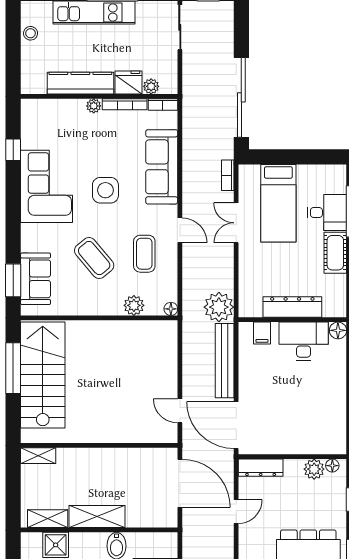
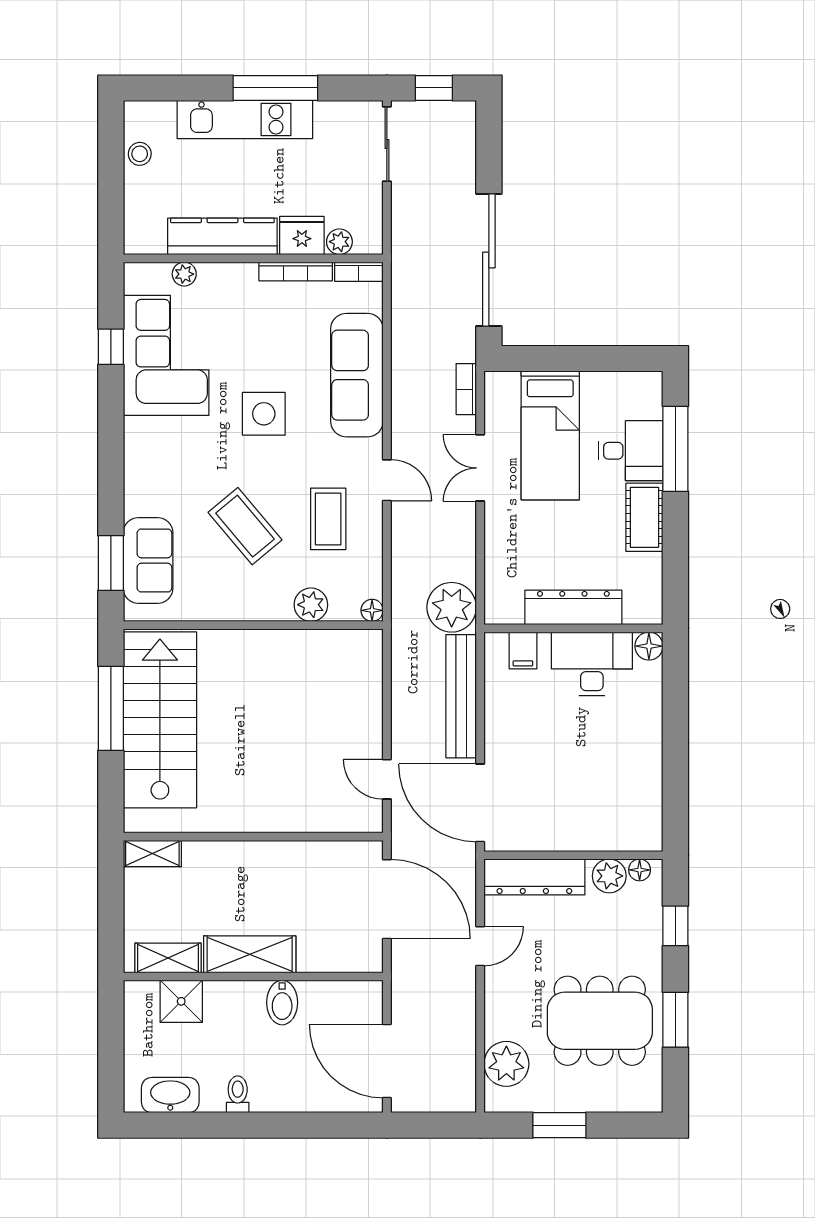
plant: (94, 106) -> (184, 274), moved
corner sofa: (46, 186) -> (166, 355), moved
dresser: (261, 468) -> (534, 877), width x1.37, depth x1.24

